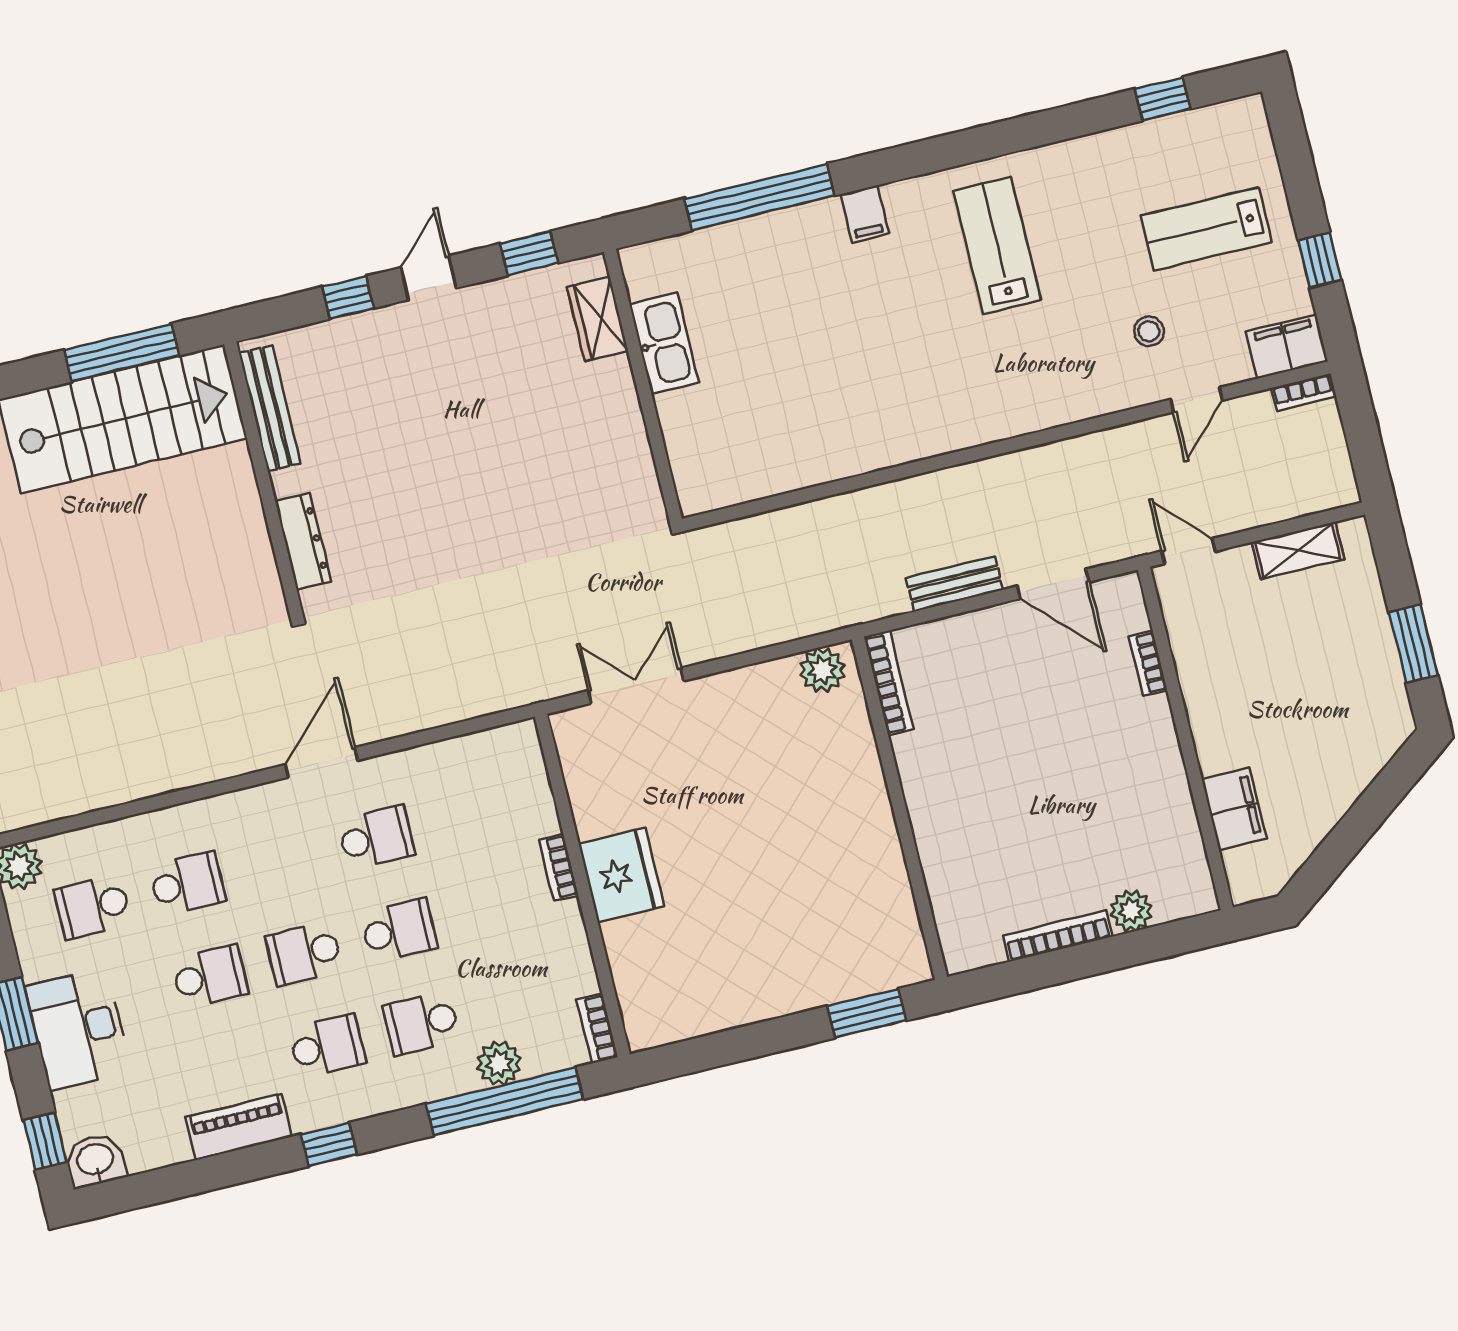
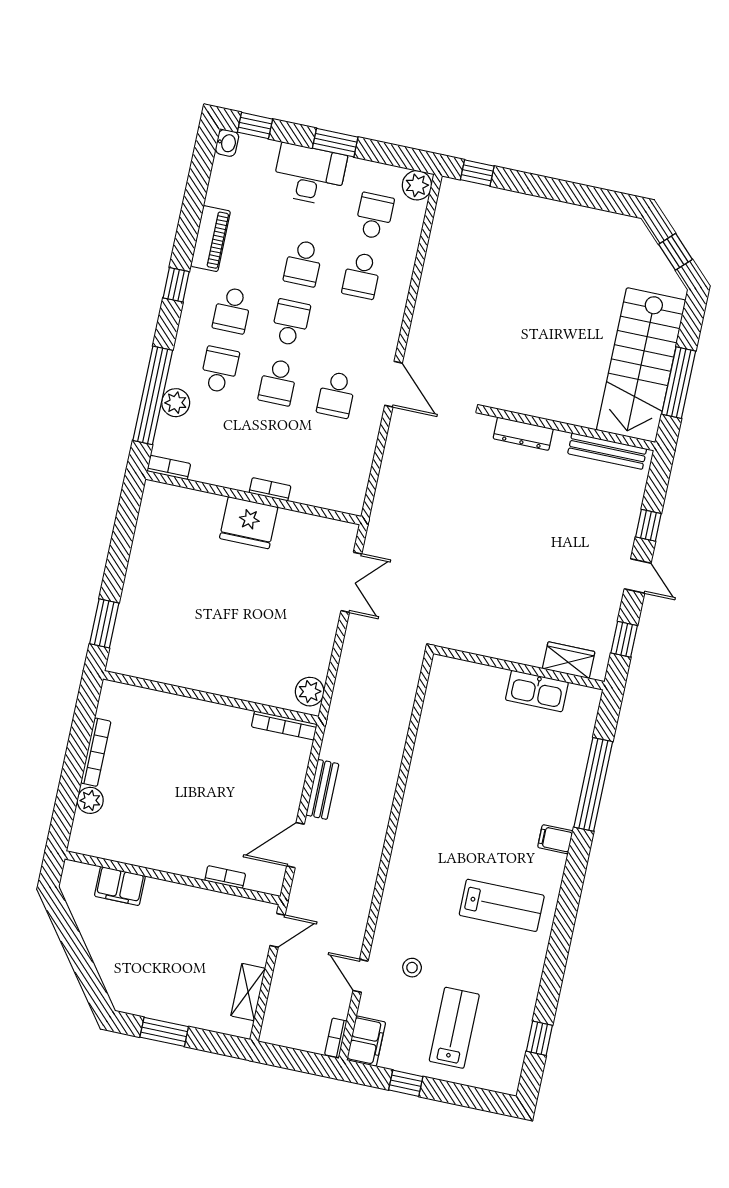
washbasin: (95, 1160) -> (227, 143), width x0.72, depth x0.69

